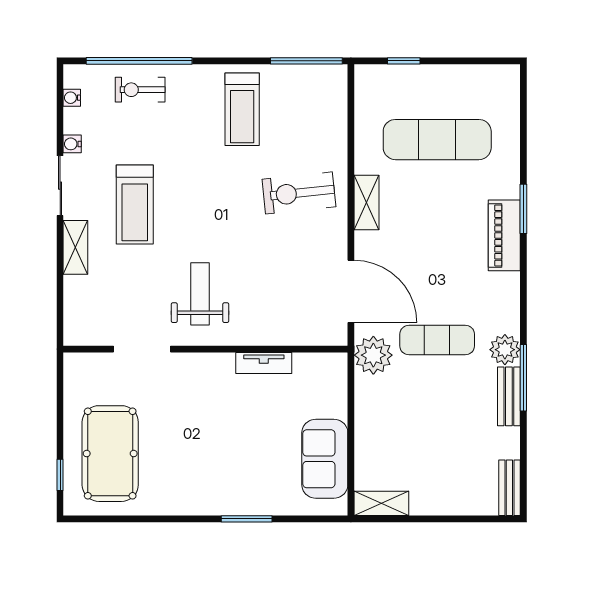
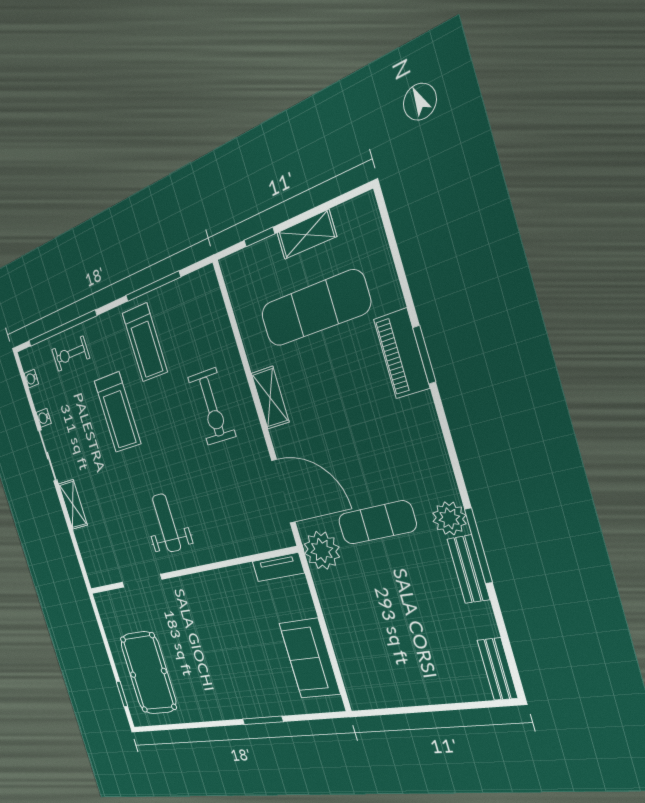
window: (306, 61) -> (153, 286), moved
exercise bike: (299, 193) -> (212, 407), turned -84
treadmill: (135, 204) -> (117, 412), moved
piano: (504, 235) -> (402, 354), moved
tv unit: (264, 363) -> (278, 567), moved
shelving: (381, 503) -> (306, 235), moved

